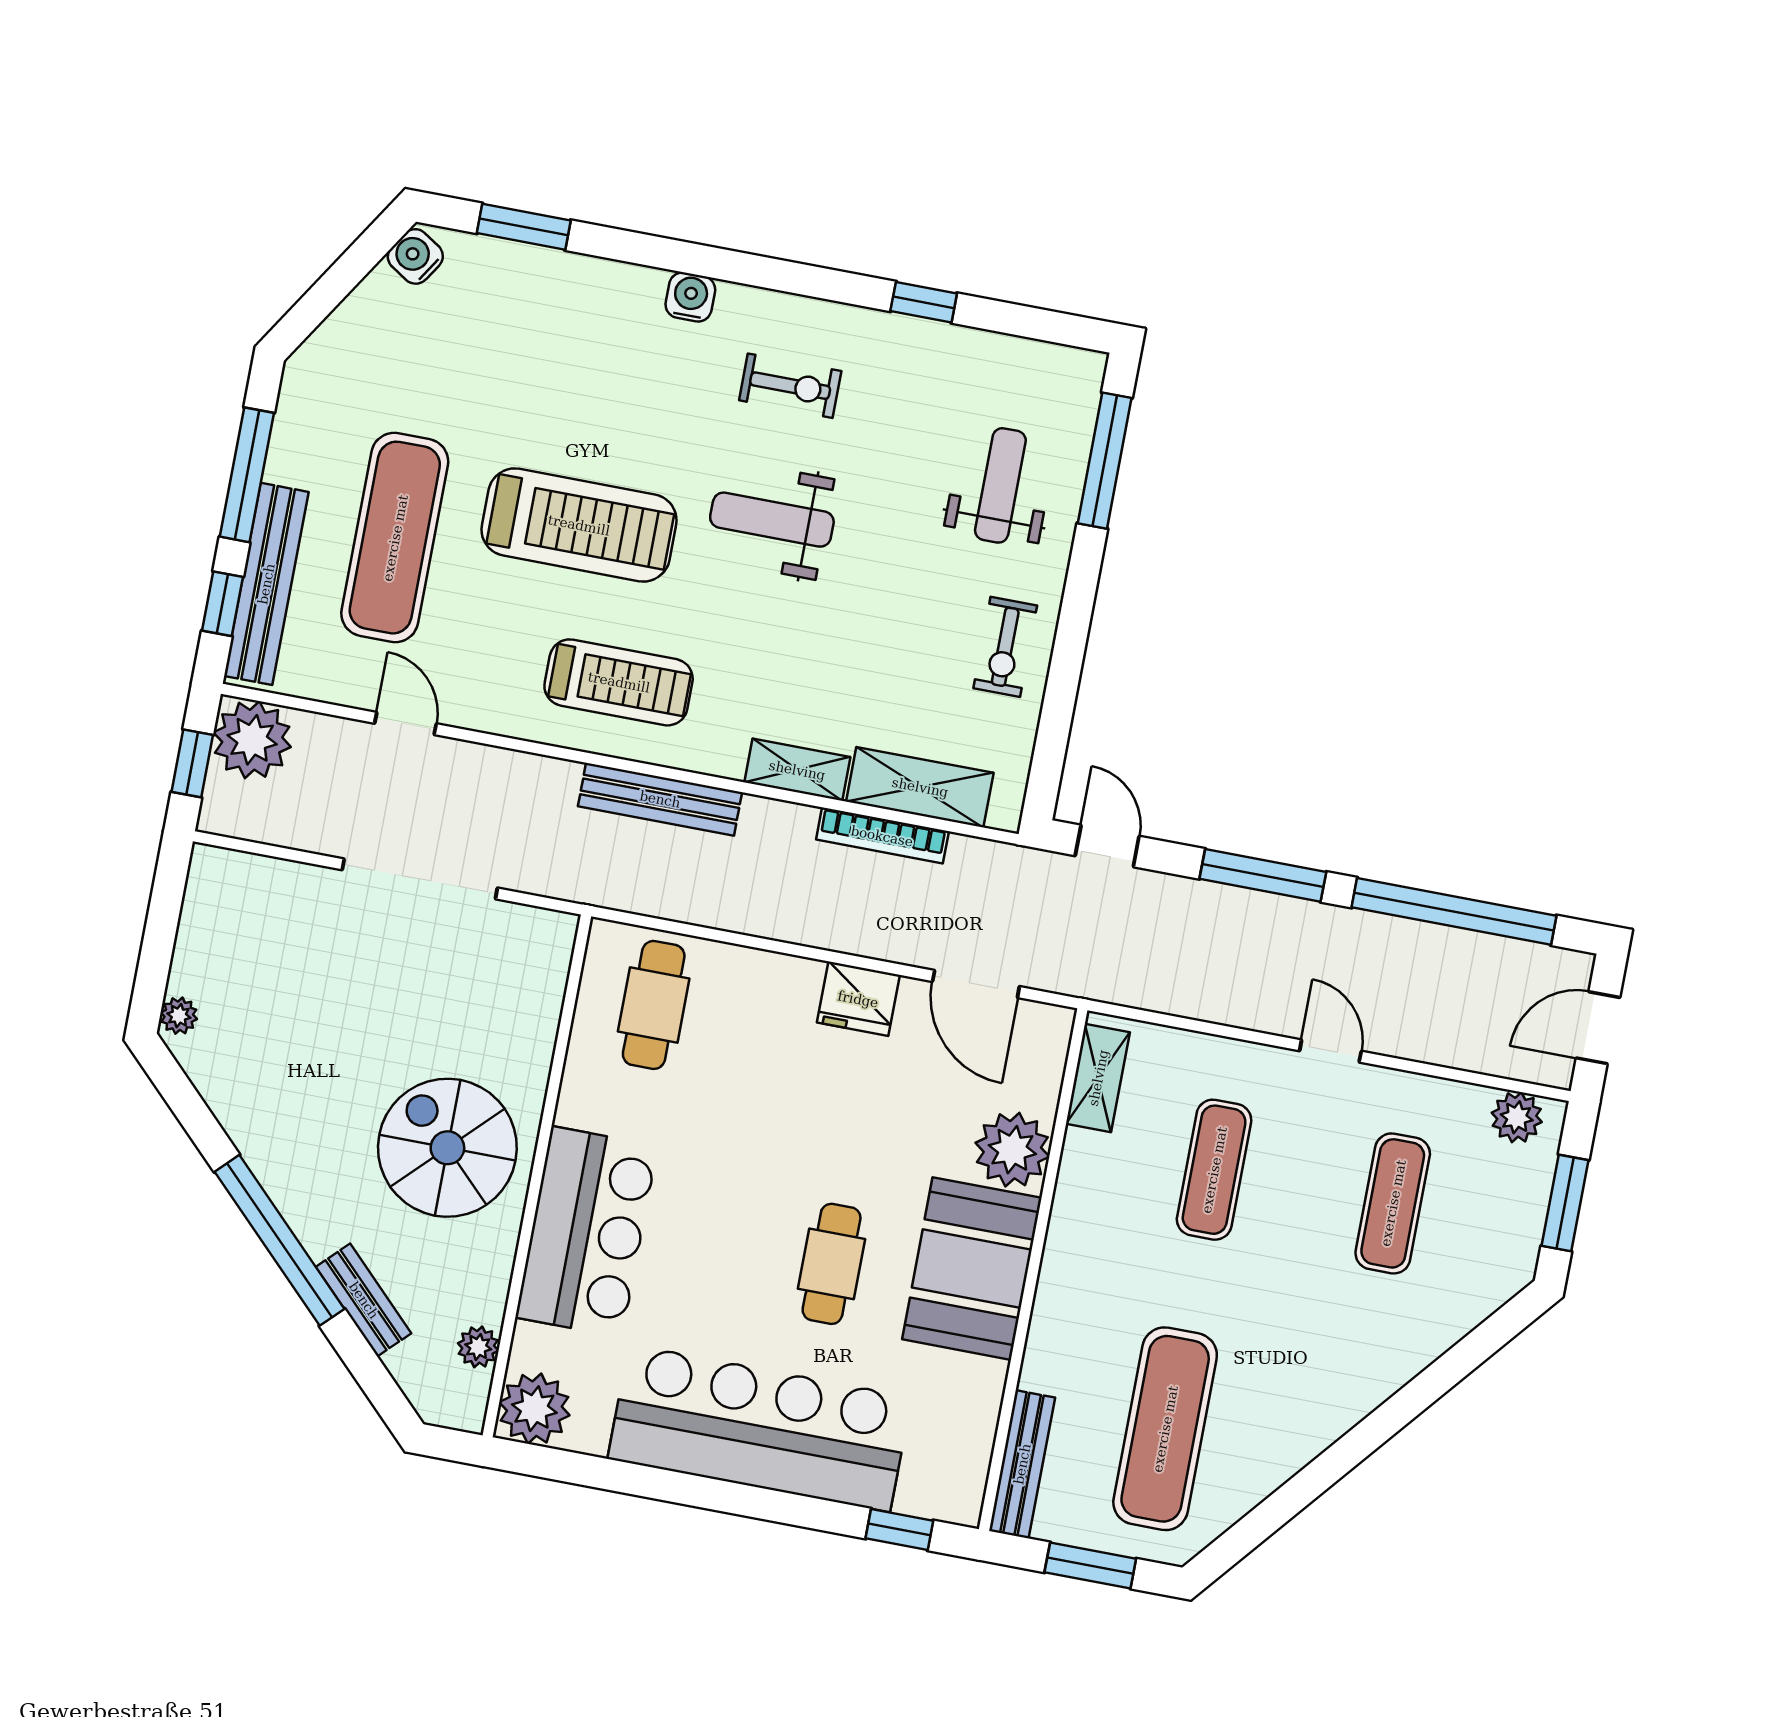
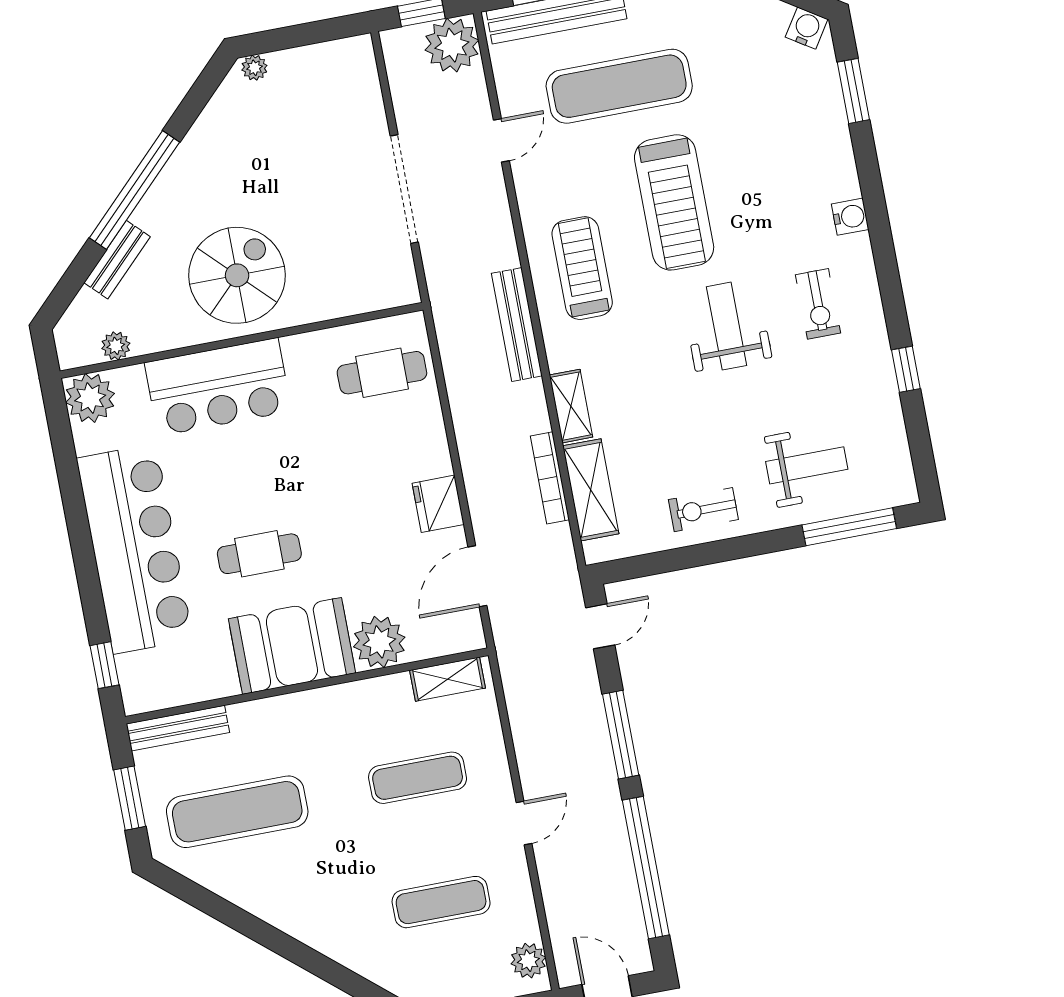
treadmill: (619, 682) -> (582, 268), turned 180

